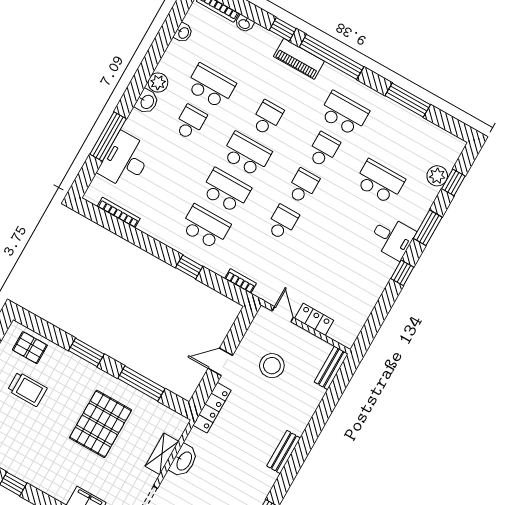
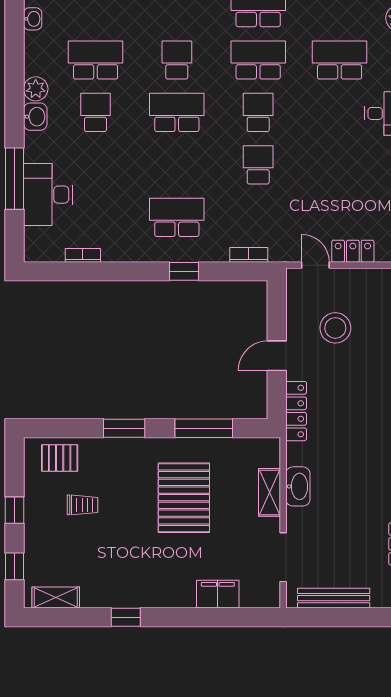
school desk: (323, 150) -> (258, 60), width x1.85
school desk: (226, 191) -> (177, 165), removed
bookcase: (119, 213) -> (83, 255), width x0.64
trolley: (27, 389) -> (82, 505), width x0.73, depth x0.72

